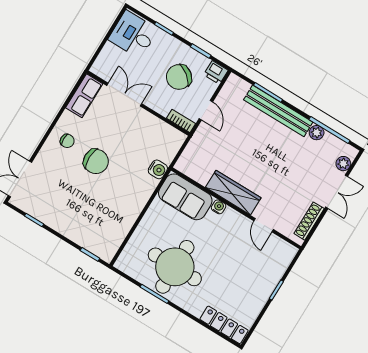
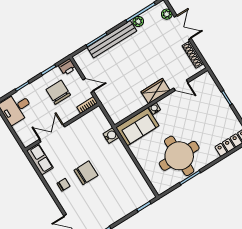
chair: (179, 77) -> (58, 92), turned 142
wardrobe: (233, 193) -> (155, 91), width x0.67

